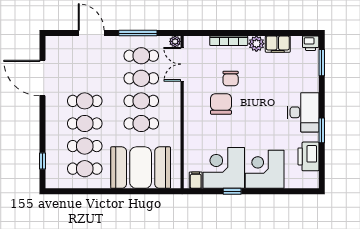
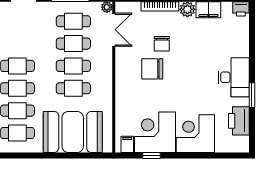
window: (322, 63) -> (252, 28), removed
double door: (182, 64) -> (114, 30), swing flipped
chair: (221, 104) -> (152, 69), turned -90
window: (232, 191) -> (152, 155), moved

